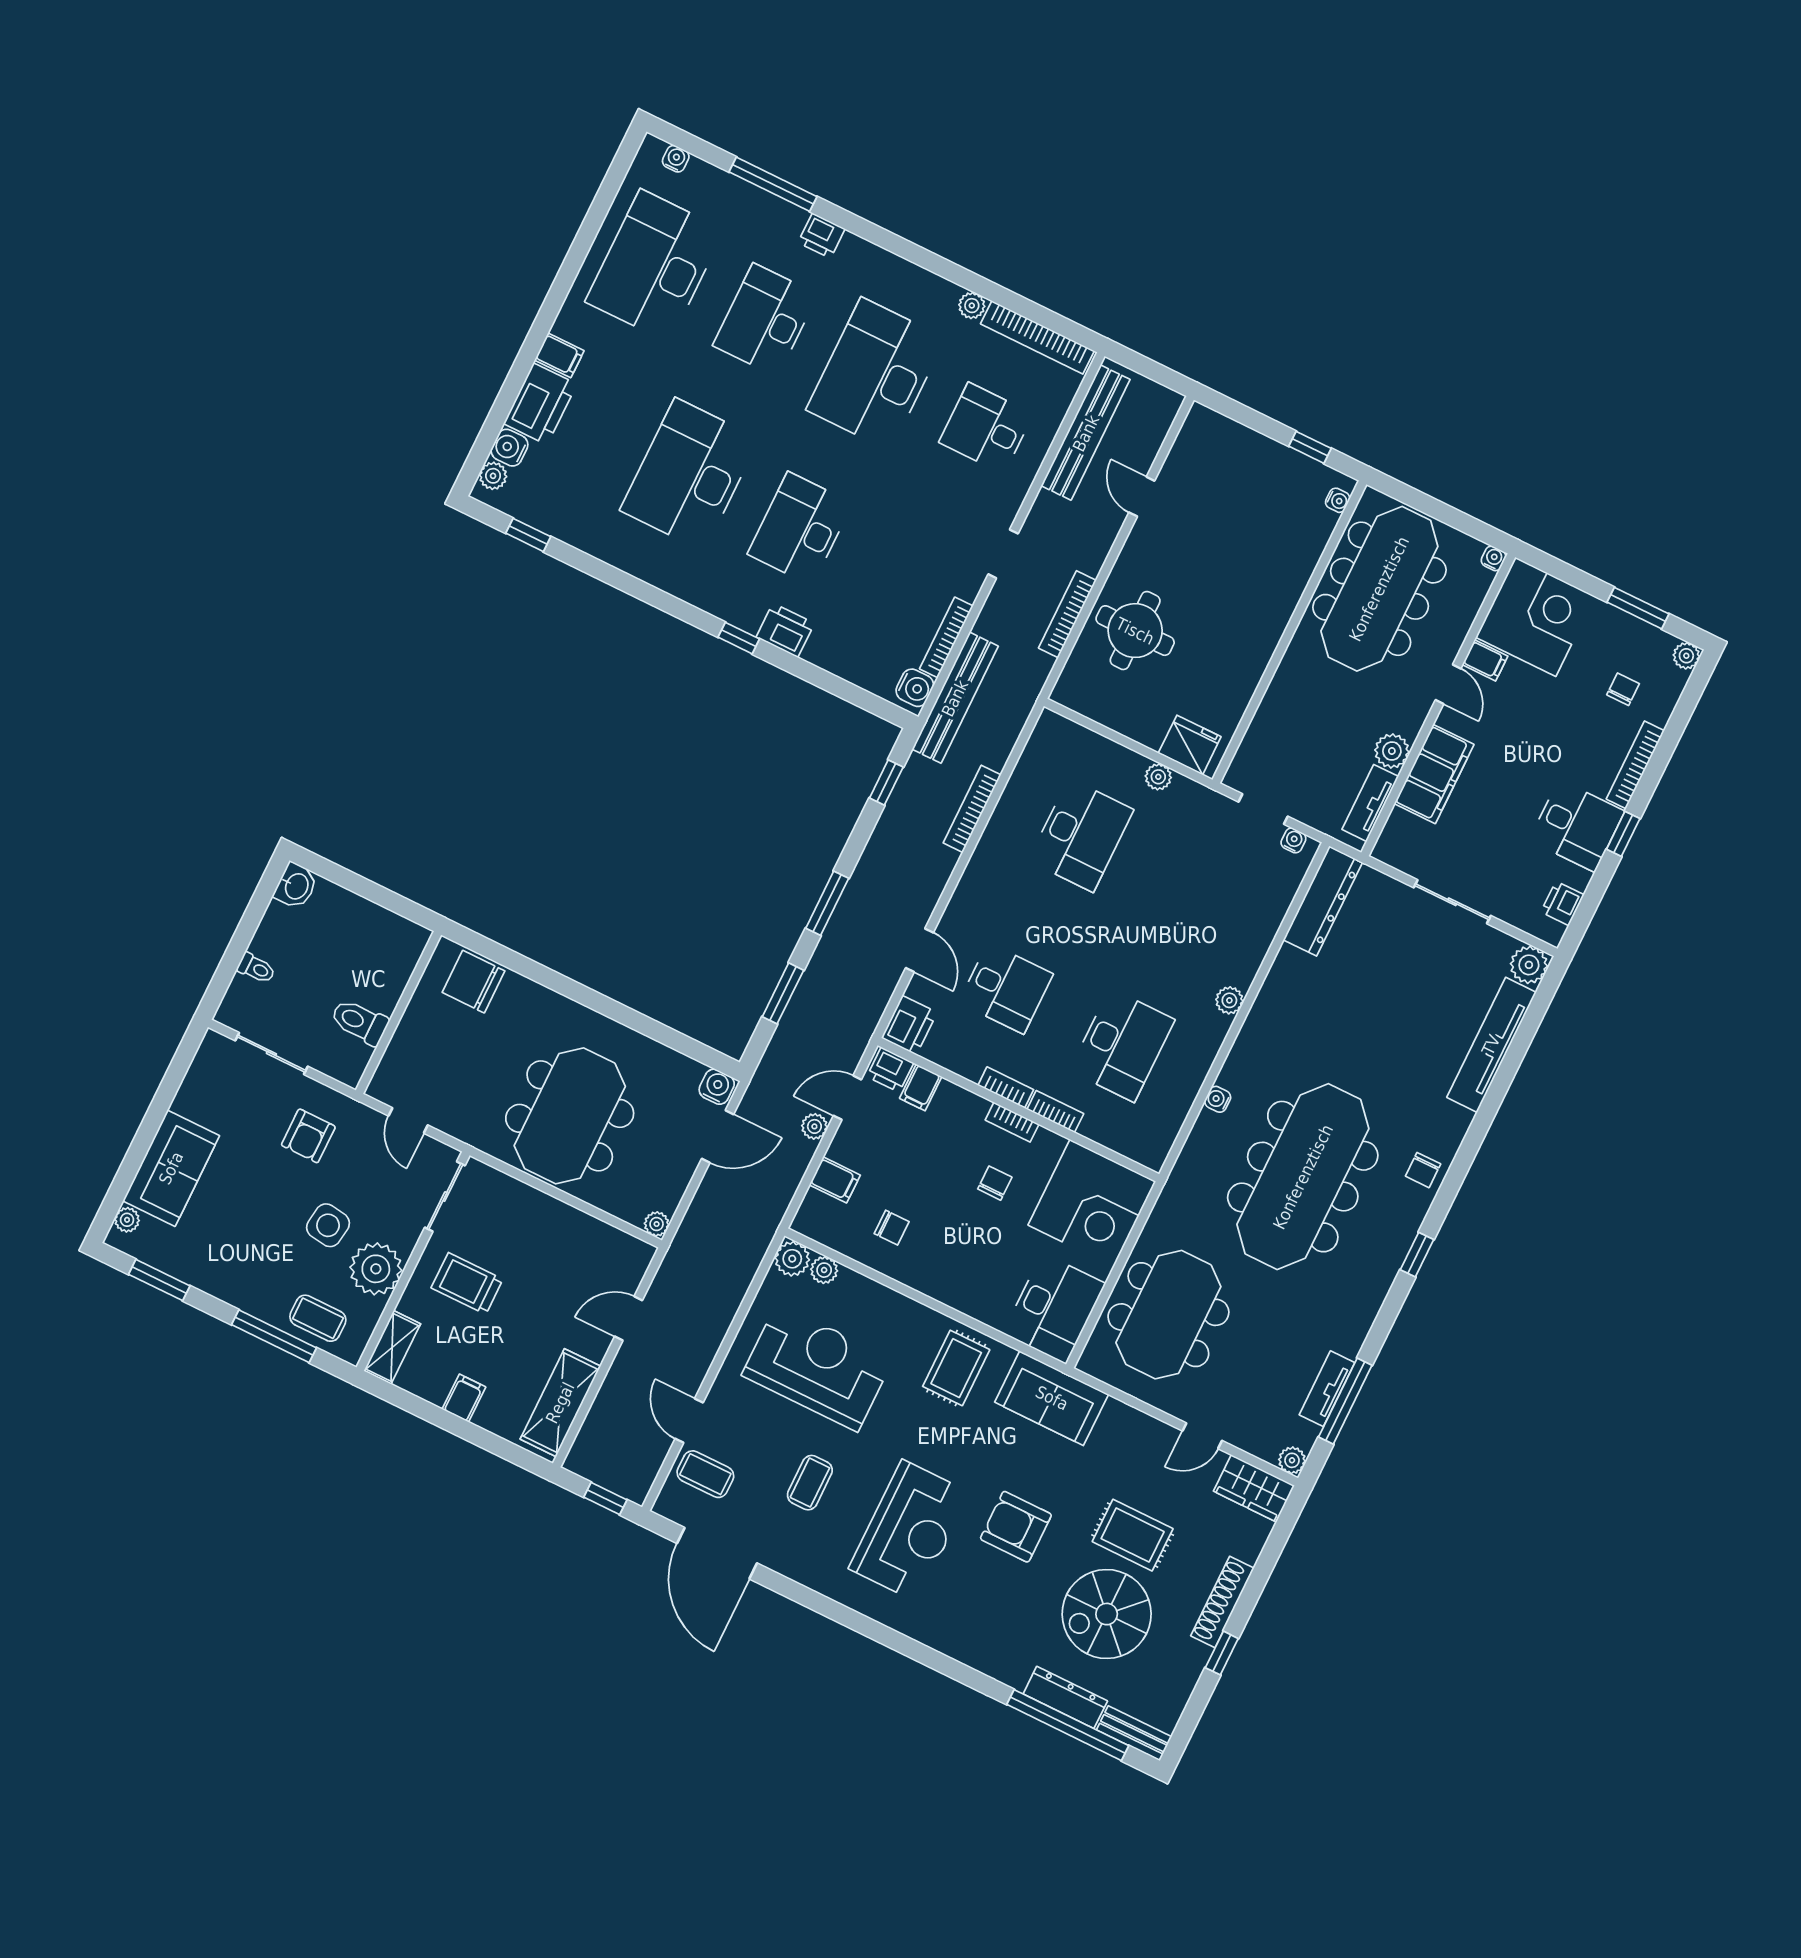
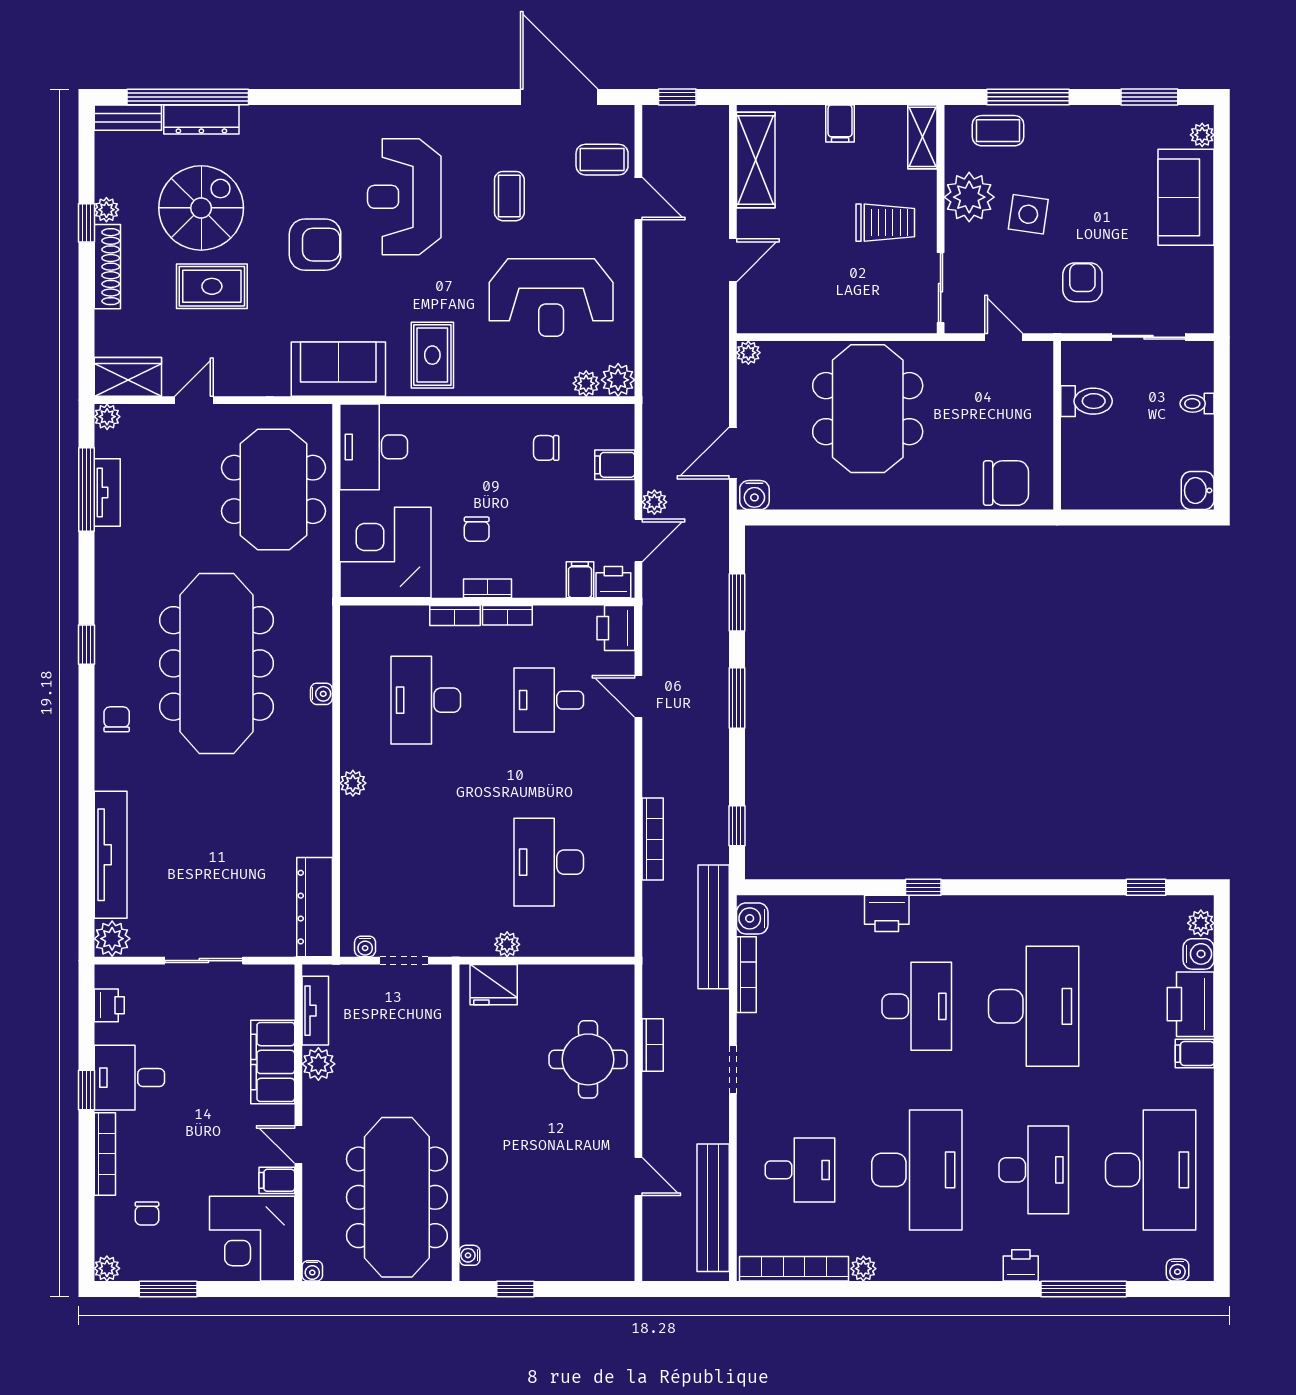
bookcase: (1067, 614) -> (653, 1045), width x0.64
plant: (1197, 1656) -> (106, 210), added

